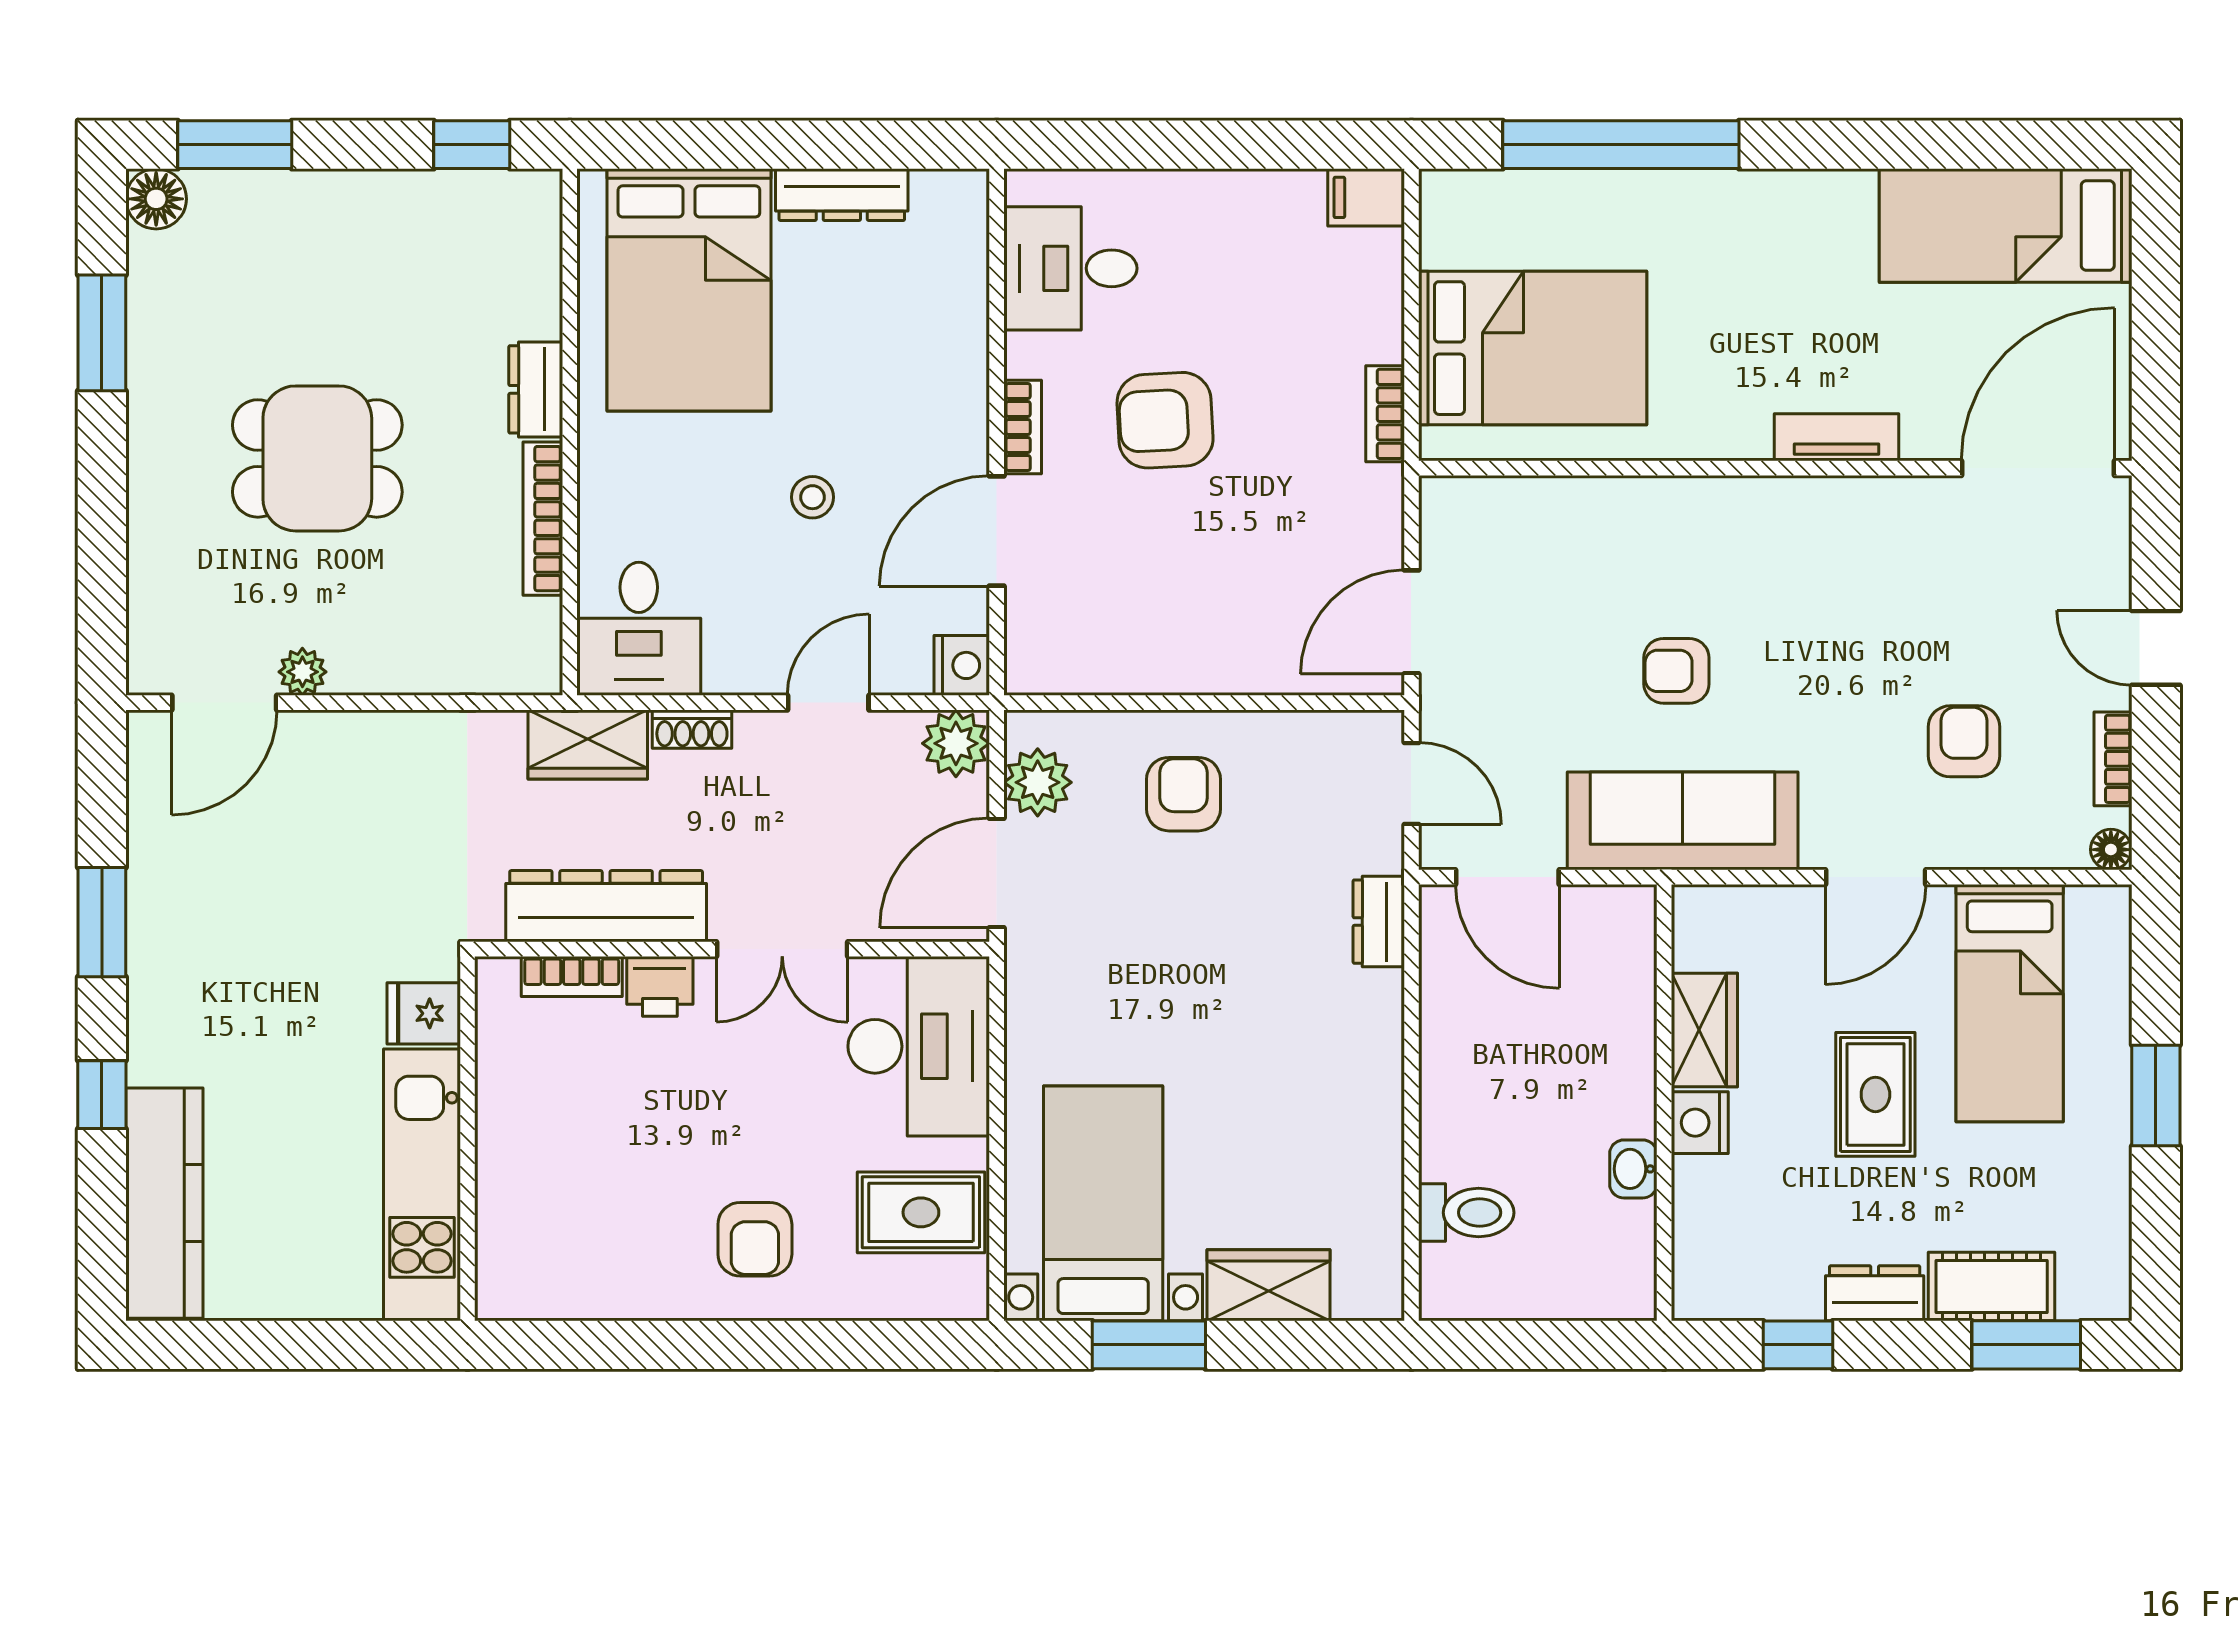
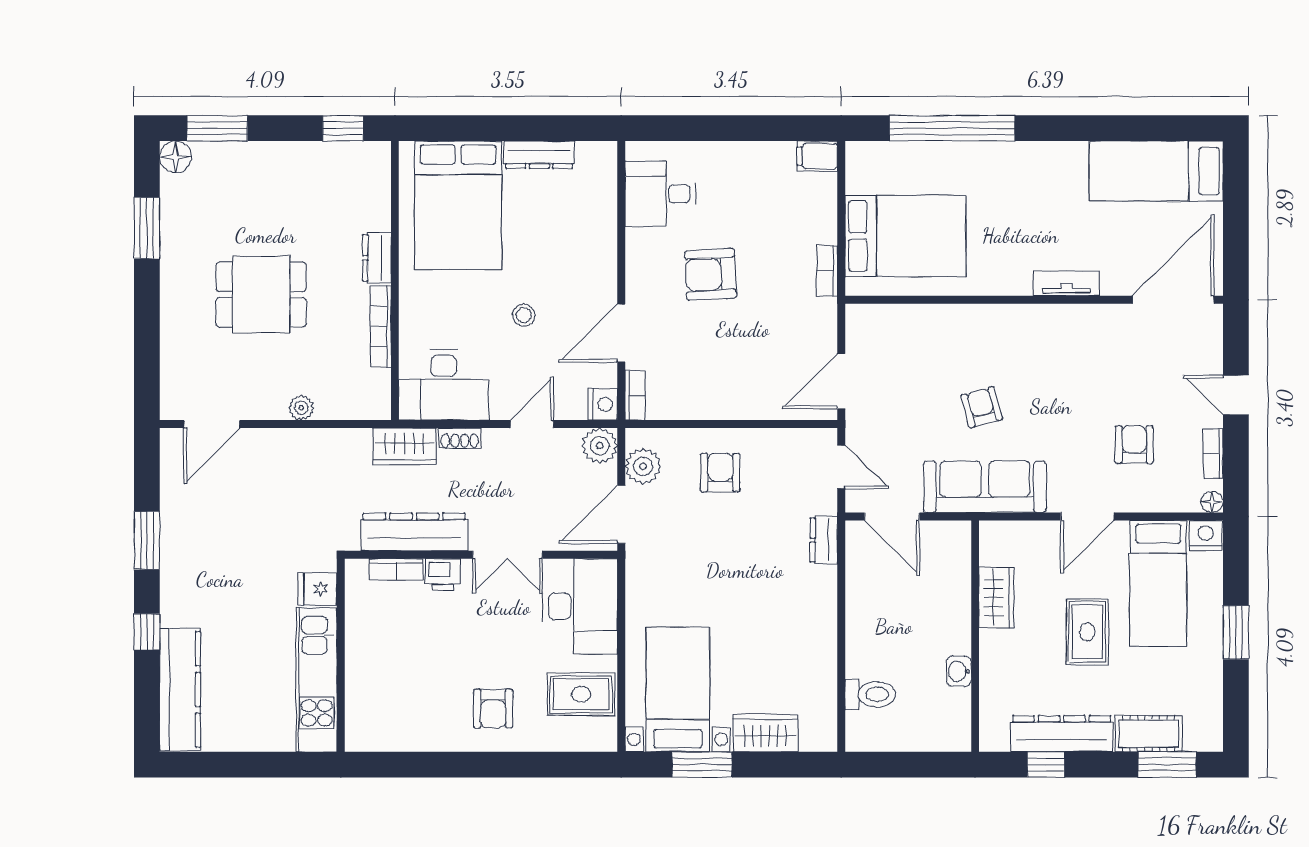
bookcase: (1023, 427) -> (635, 395), moved
desk: (639, 629) -> (444, 385), width x1.37
armchair: (1676, 671) -> (982, 407), turned 75
plant: (302, 672) -> (301, 408), moved
nightstand: (1700, 1123) -> (1206, 535), moved, turned 90
dresser: (1875, 1293) -> (1062, 734), width x1.96, depth x1.24

